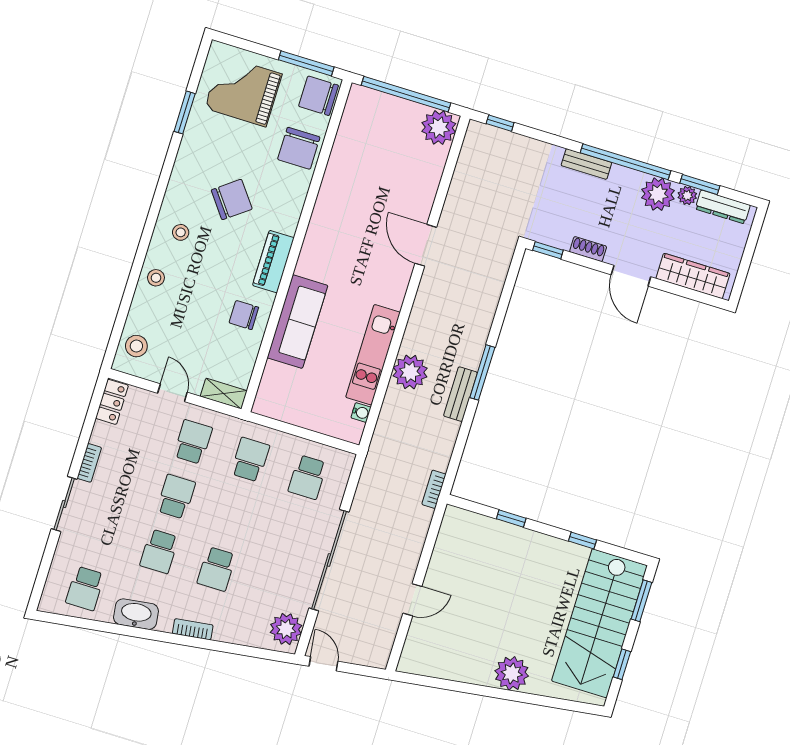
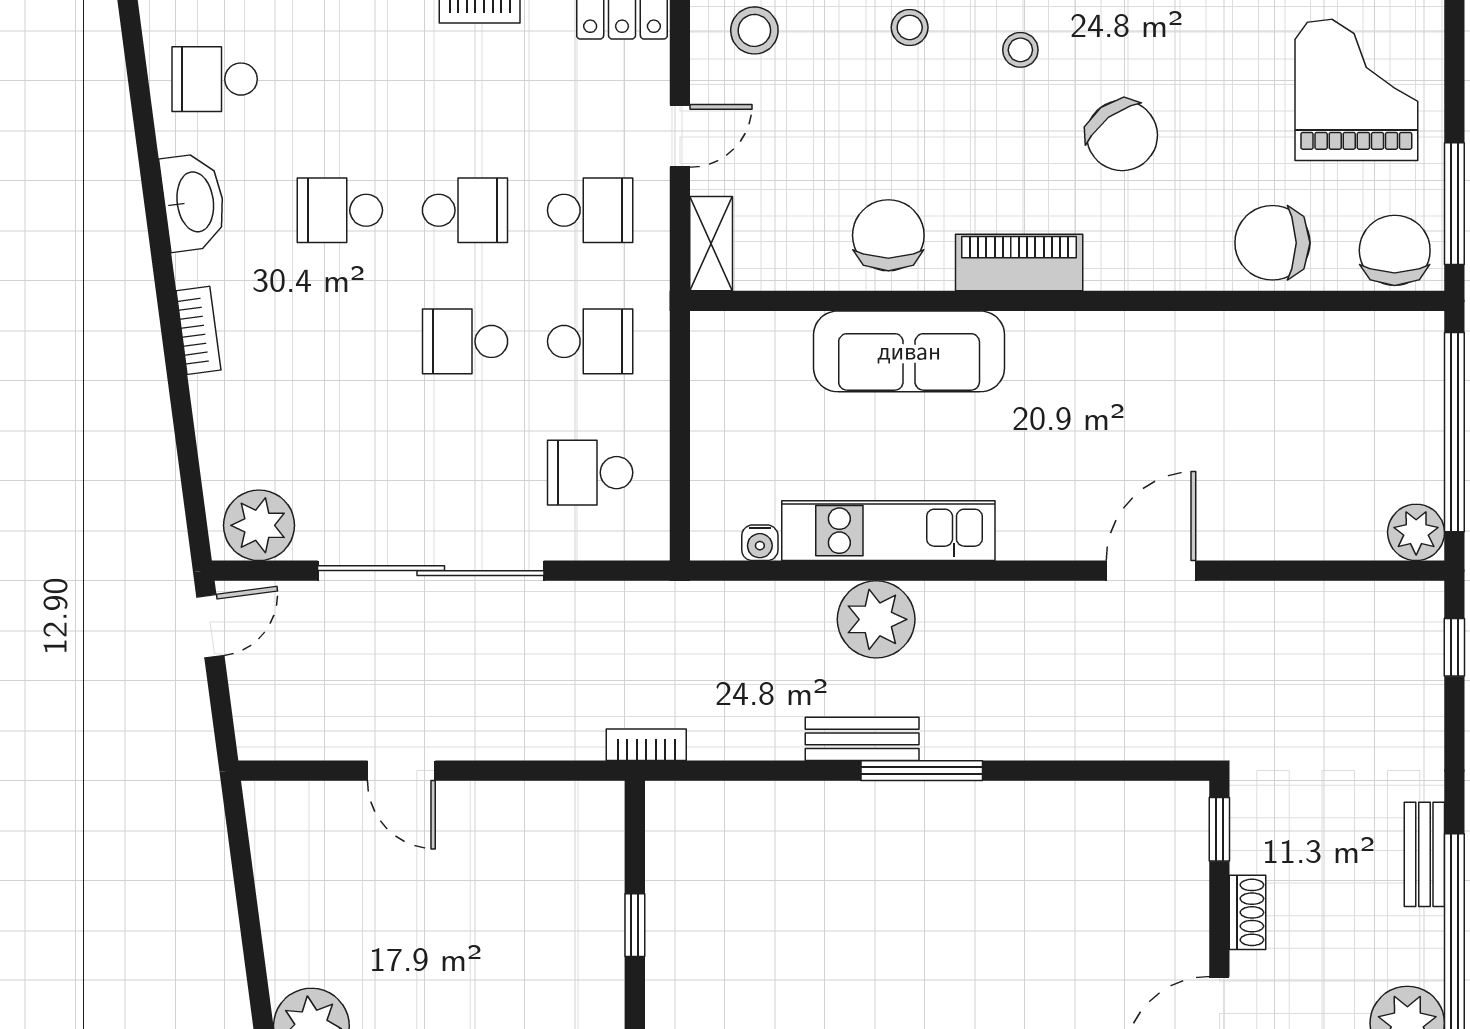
plant: (439, 127) -> (1416, 532), width x0.73, depth x0.73
chair: (244, 315) -> (888, 235), width x1.37, depth x1.37
school desk: (217, 569) -> (465, 341), moved

